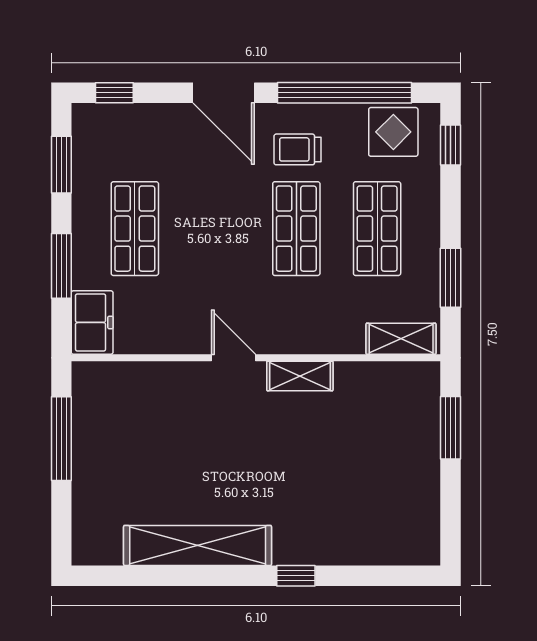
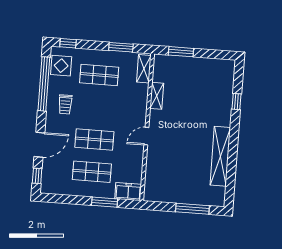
door: (224, 93) -> (39, 145), moved
window: (61, 165) -> (64, 199), removed
shop shelf: (296, 229) -> (94, 139), moved
shelving: (300, 376) -> (157, 96), moved
window: (61, 439) -> (192, 209), moved
window: (296, 576) -> (237, 102), moved

